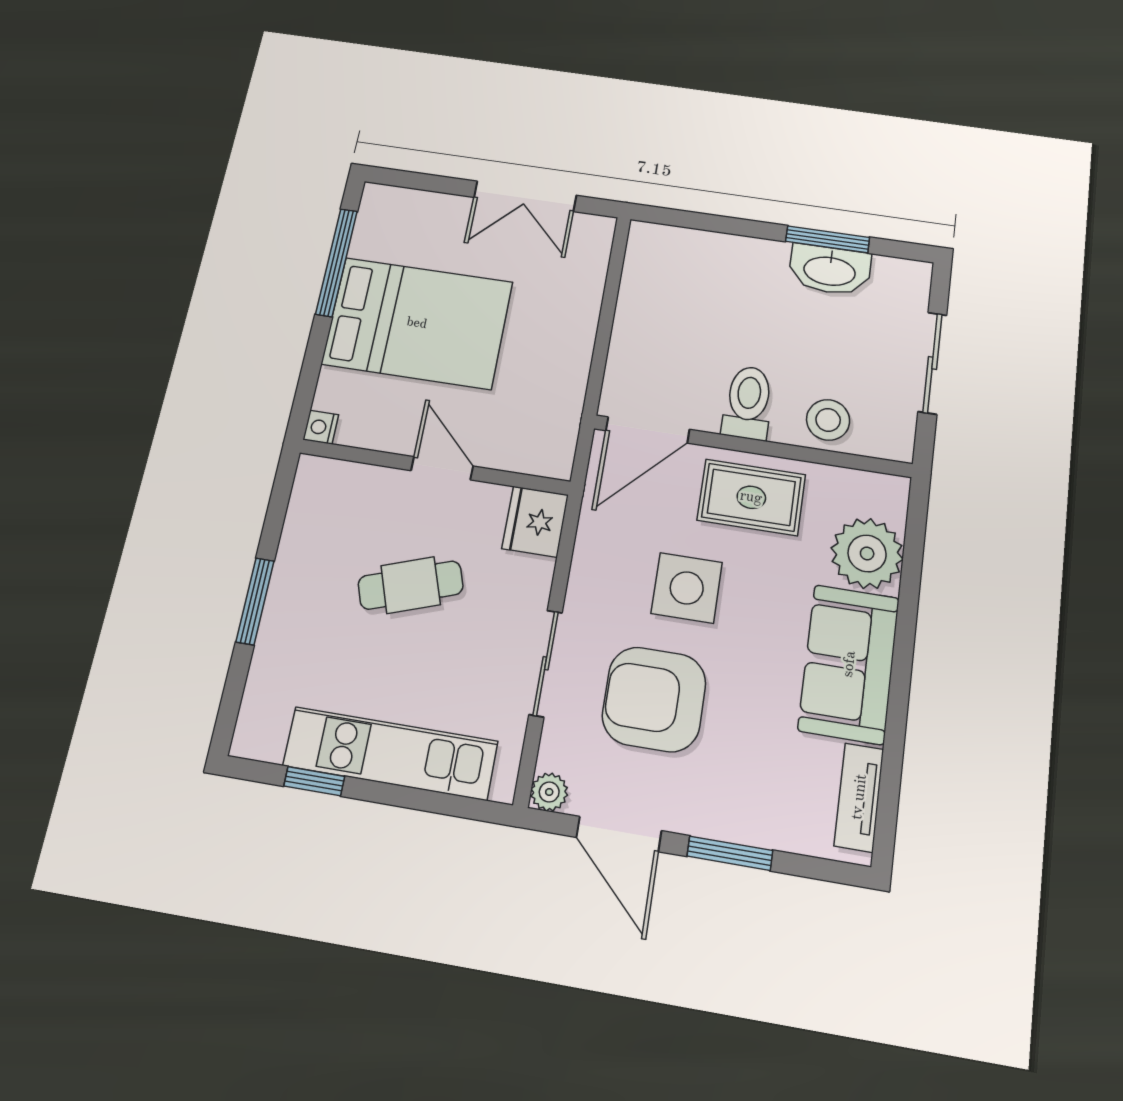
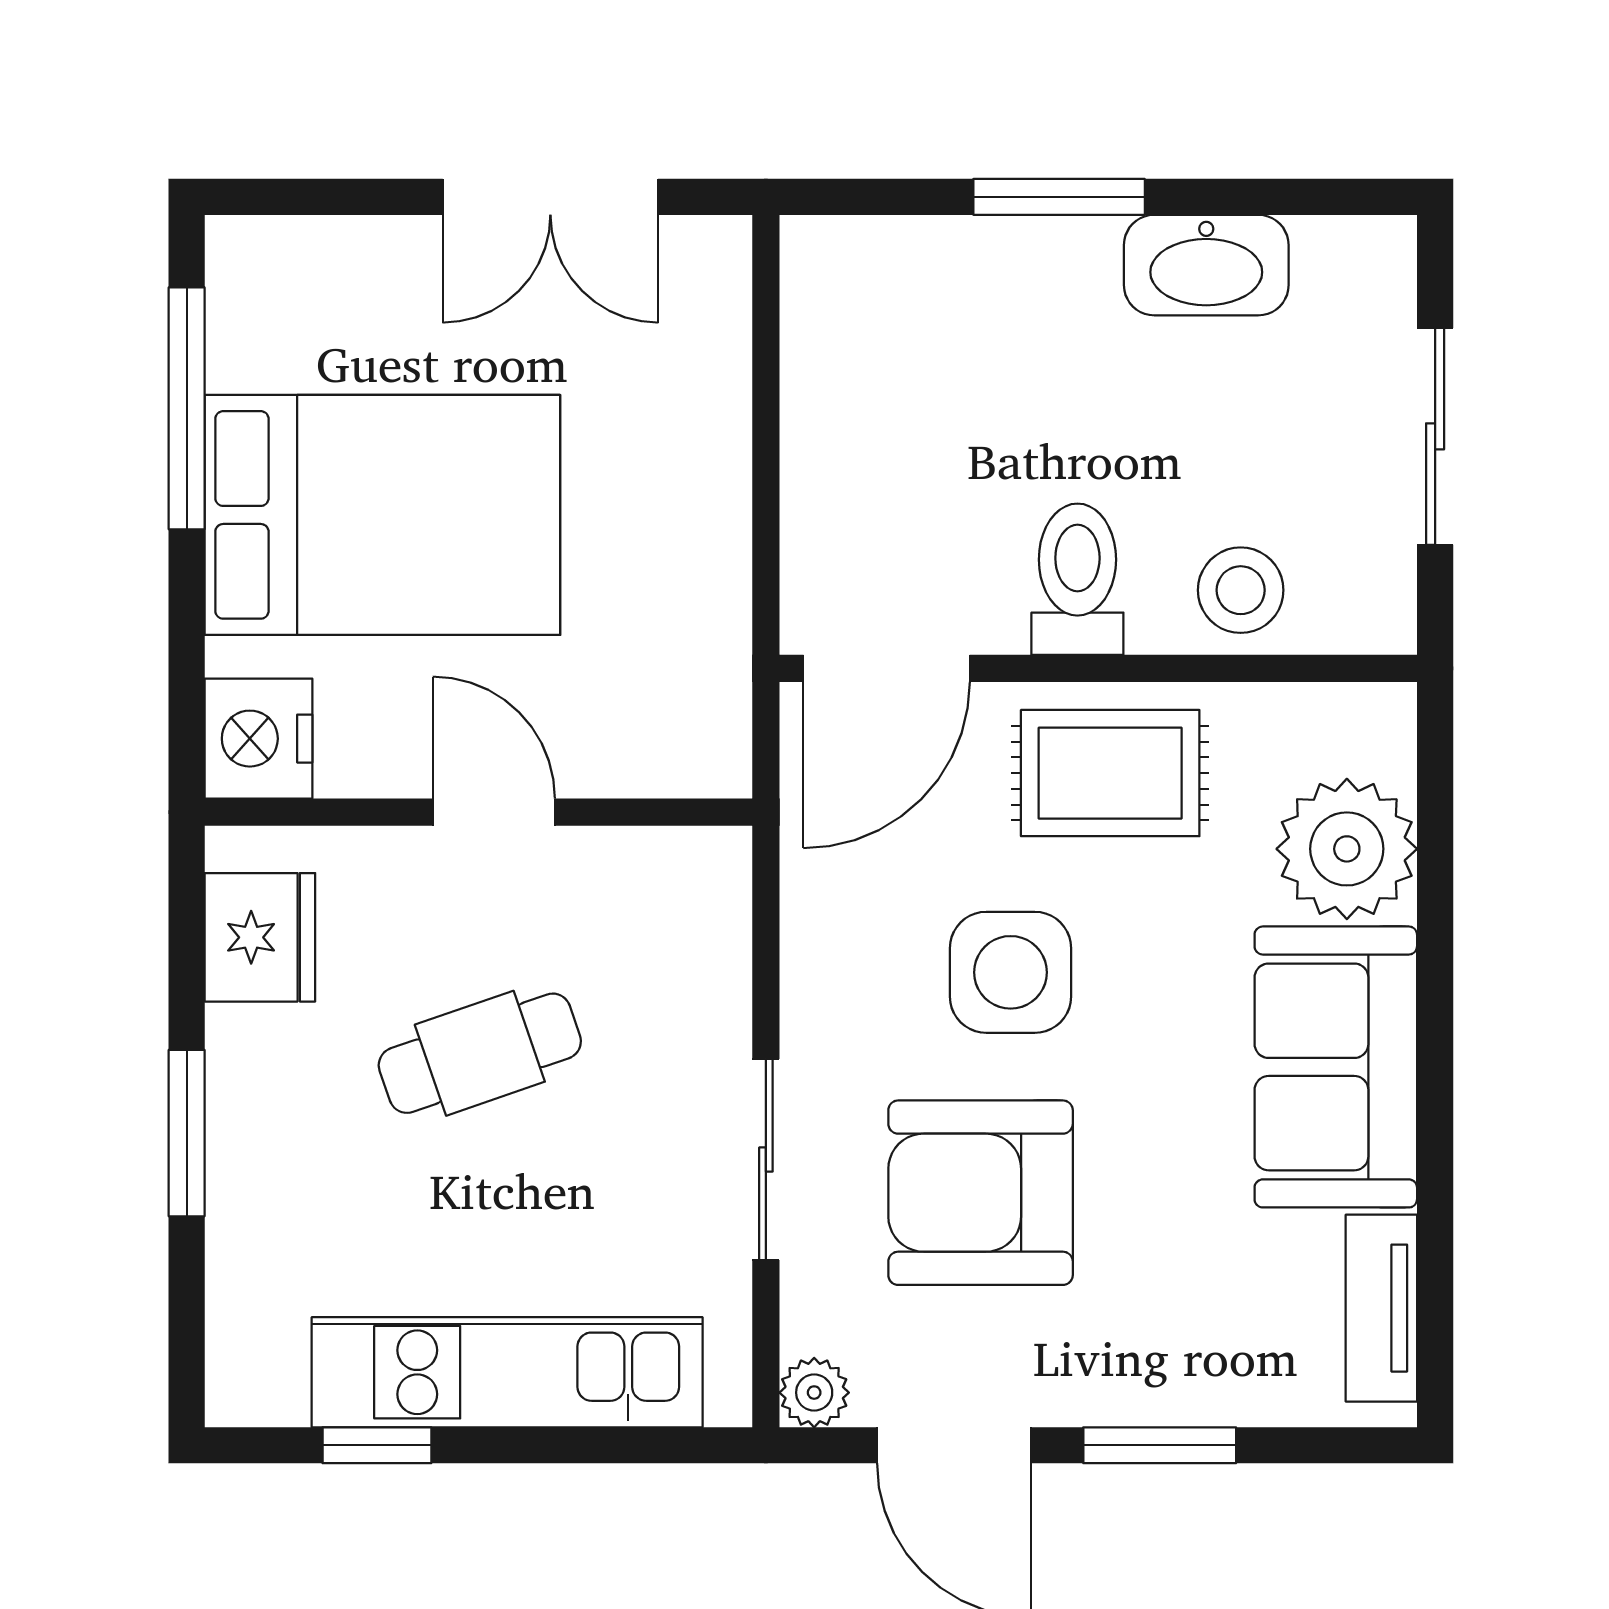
window: (828, 239) -> (1059, 197), moved
nightstand: (321, 427) -> (258, 739), width x1.89, depth x1.79
fridge: (535, 522) -> (260, 937), moved, turned 180

